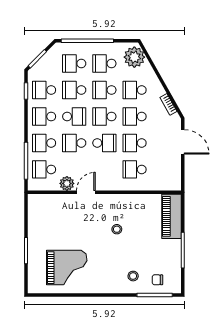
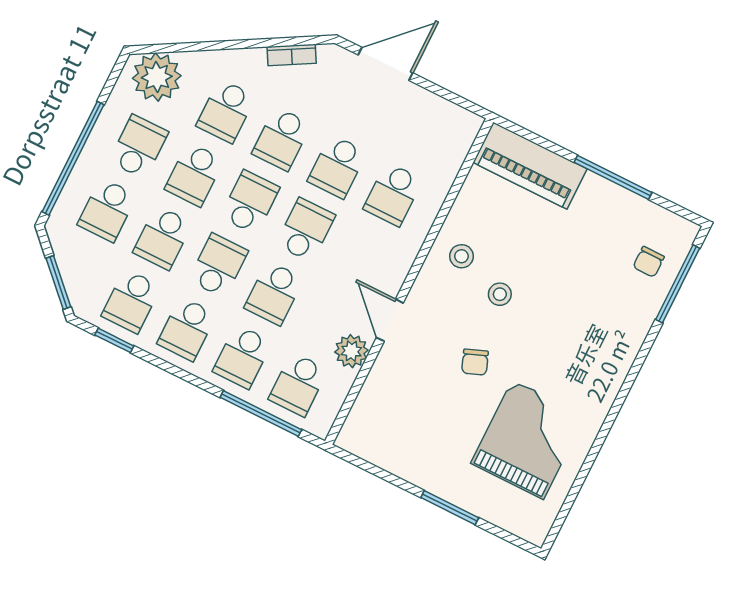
school desk: (104, 63) -> (139, 147), turned 180
school desk: (104, 116) -> (250, 202), turned 180
chair: (86, 233) -> (475, 362), added
stool: (133, 276) -> (462, 256), moved

